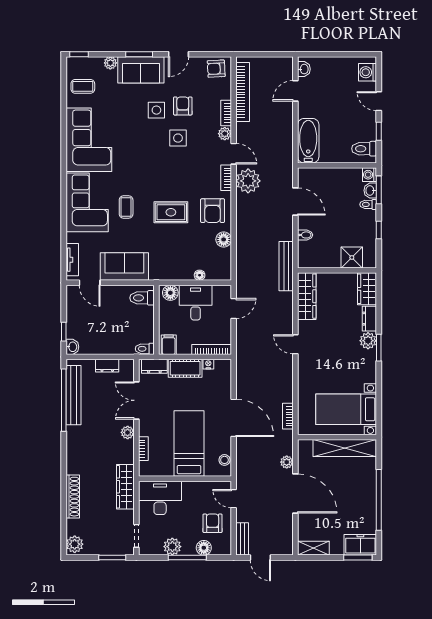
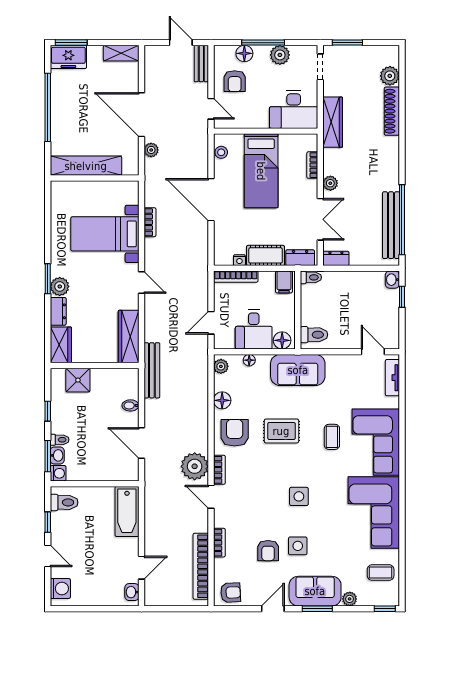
plant: (225, 134) -> (221, 366), moved
side table: (178, 138) -> (299, 496), moved
sofa: (124, 266) -> (298, 370), moved
dresser: (107, 366) -> (336, 258), moved
bed with nightstands: (346, 409) -> (105, 234), moved, turned 180
bookcase: (288, 416) -> (150, 222), moved
plant: (75, 544) -> (390, 76), moved

